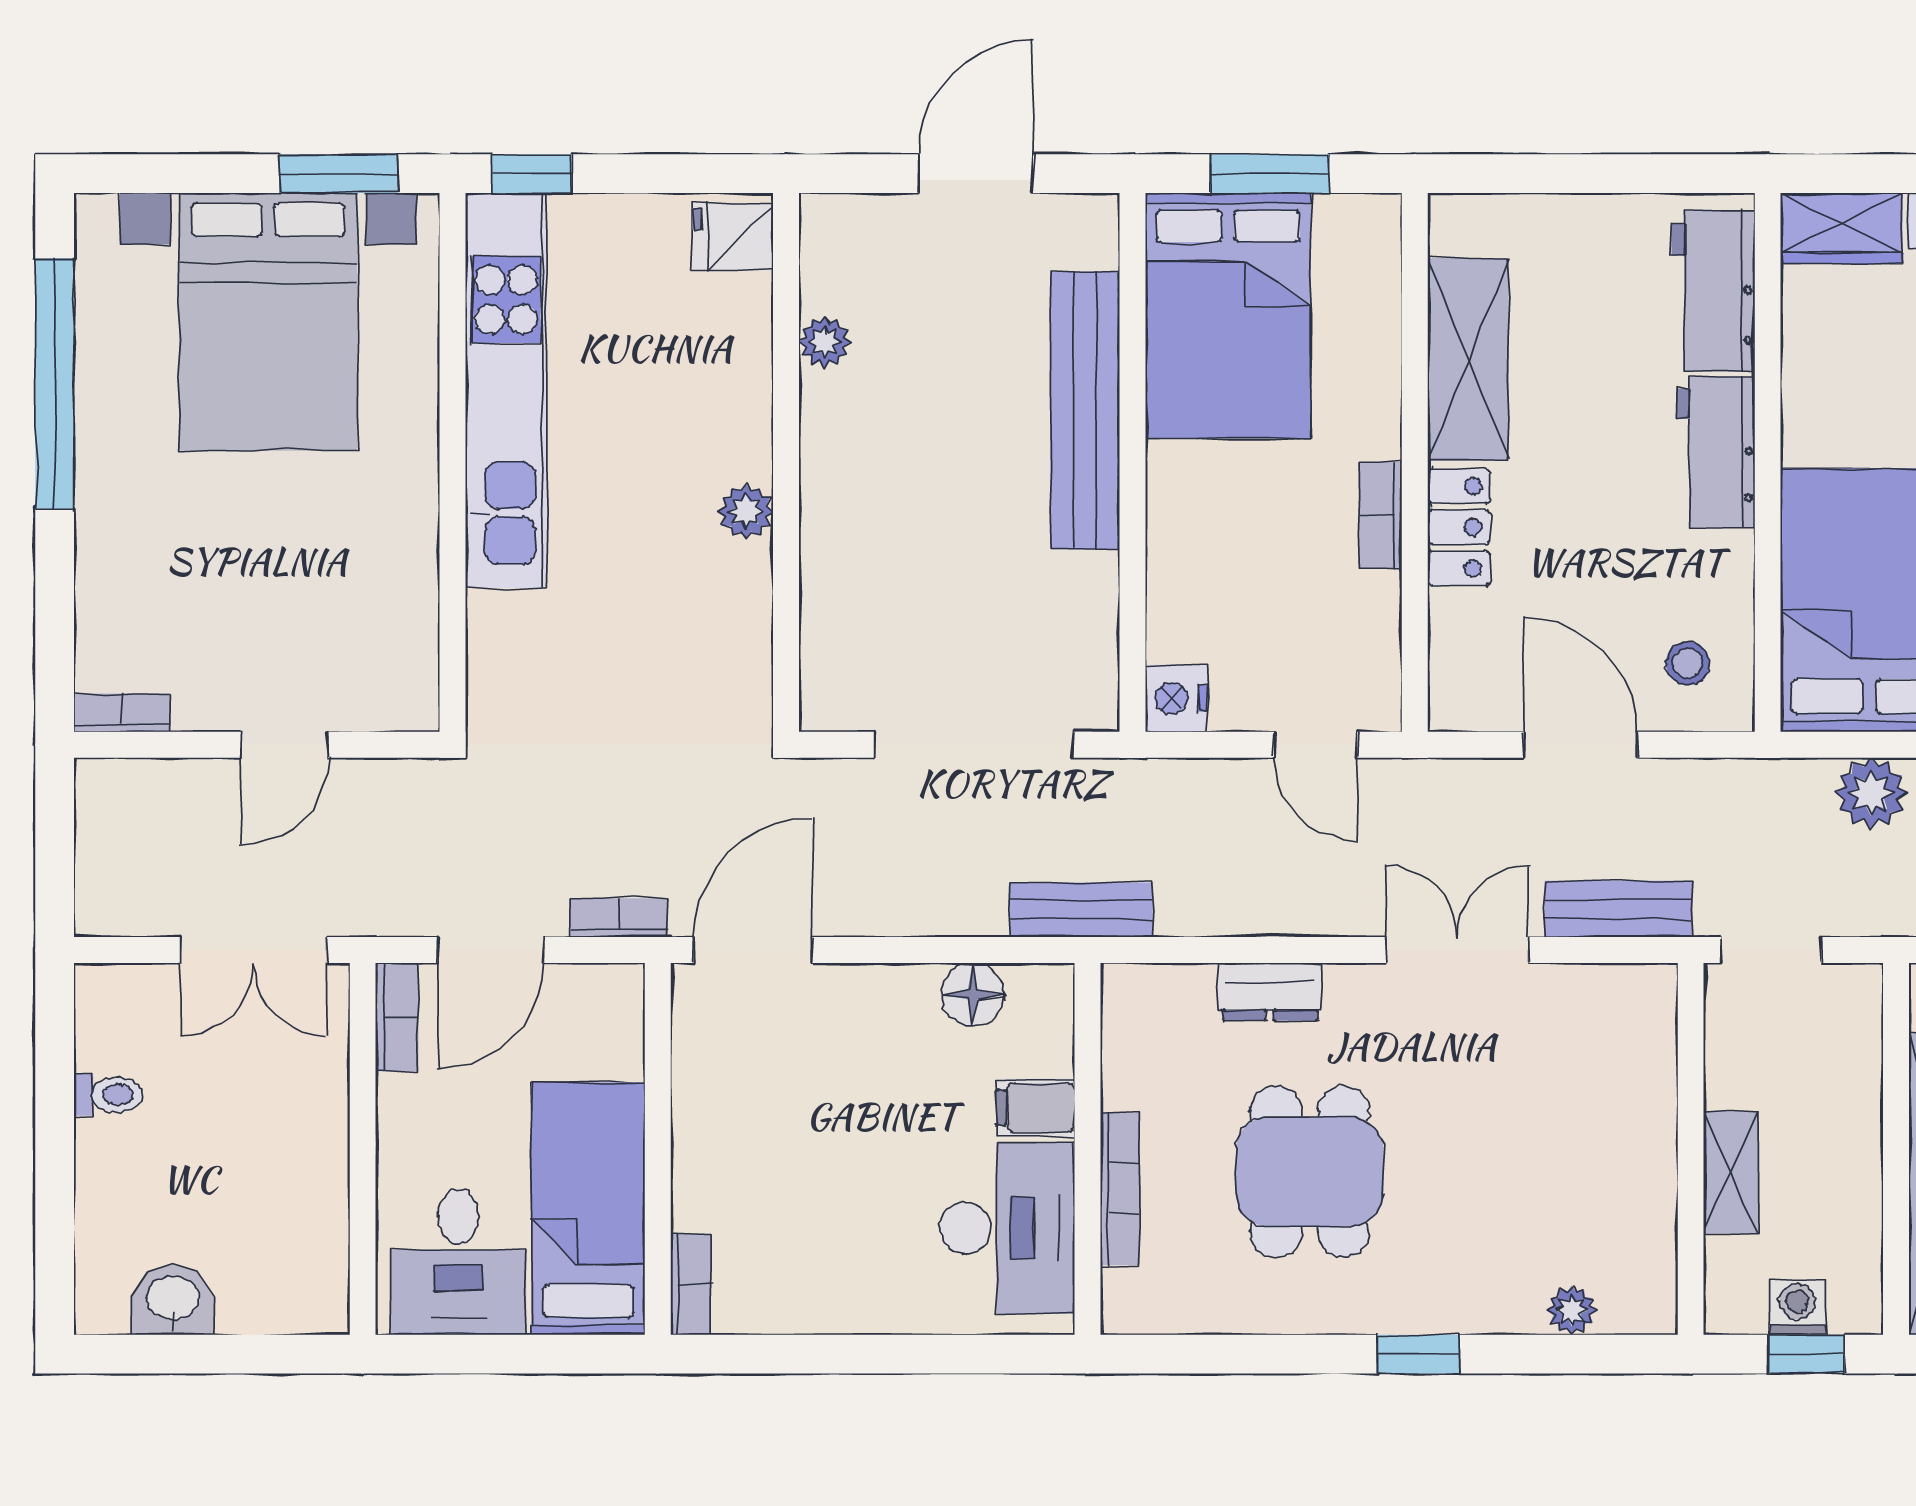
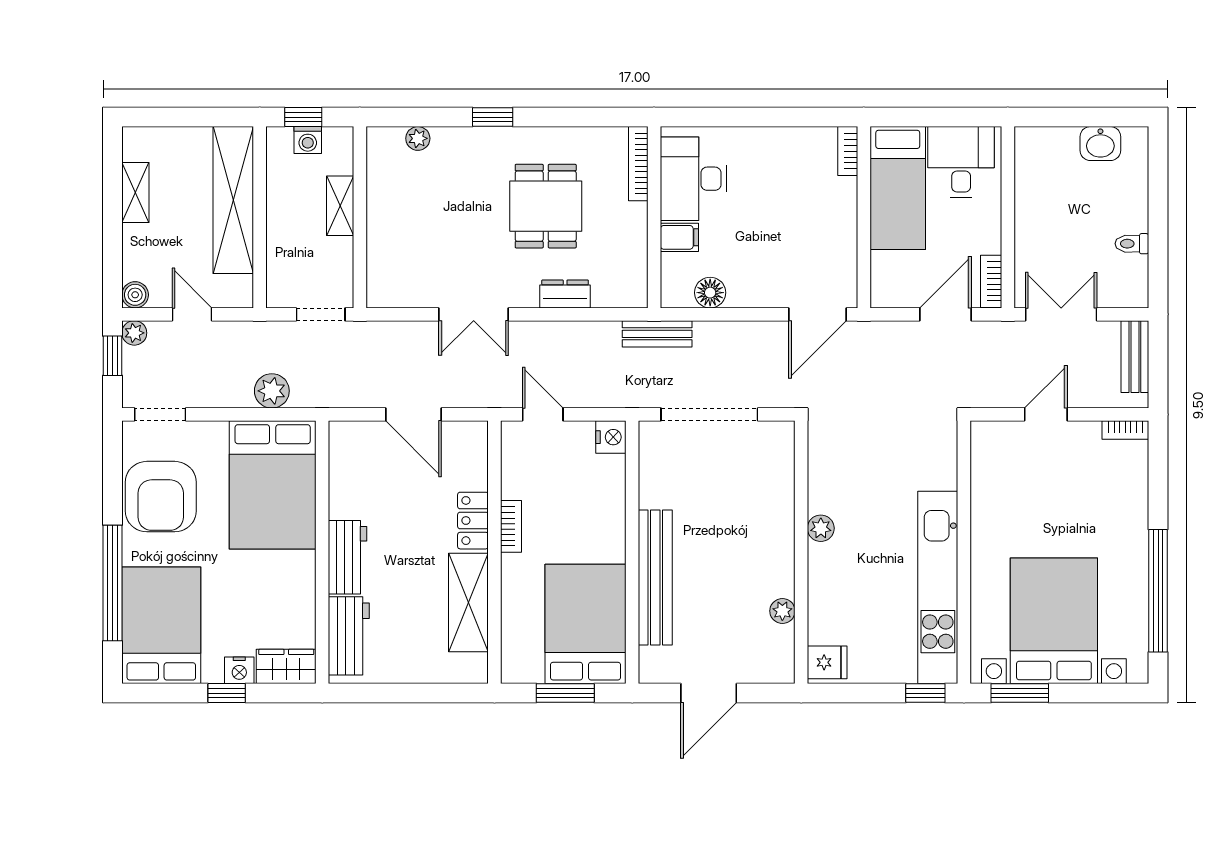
stool: (1688, 663) -> (361, 454), removed
bench: (1619, 909) -> (1135, 357), moved, turned 90
bookcase: (619, 918) -> (883, 330), removed
bookcase: (1120, 1189) -> (638, 164), moved

